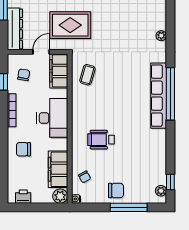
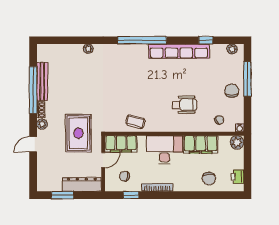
door: (41, 52) -> (103, 160), swing flipped
coffee table: (87, 75) -> (135, 122), moved
row of seats: (159, 96) -> (179, 51), moved
wheelchair: (101, 140) -> (185, 105), turned -90
chair: (23, 149) -> (209, 179), moved
filing cabinet: (58, 169) -> (201, 144), moved
window: (170, 182) -> (206, 40), moved

